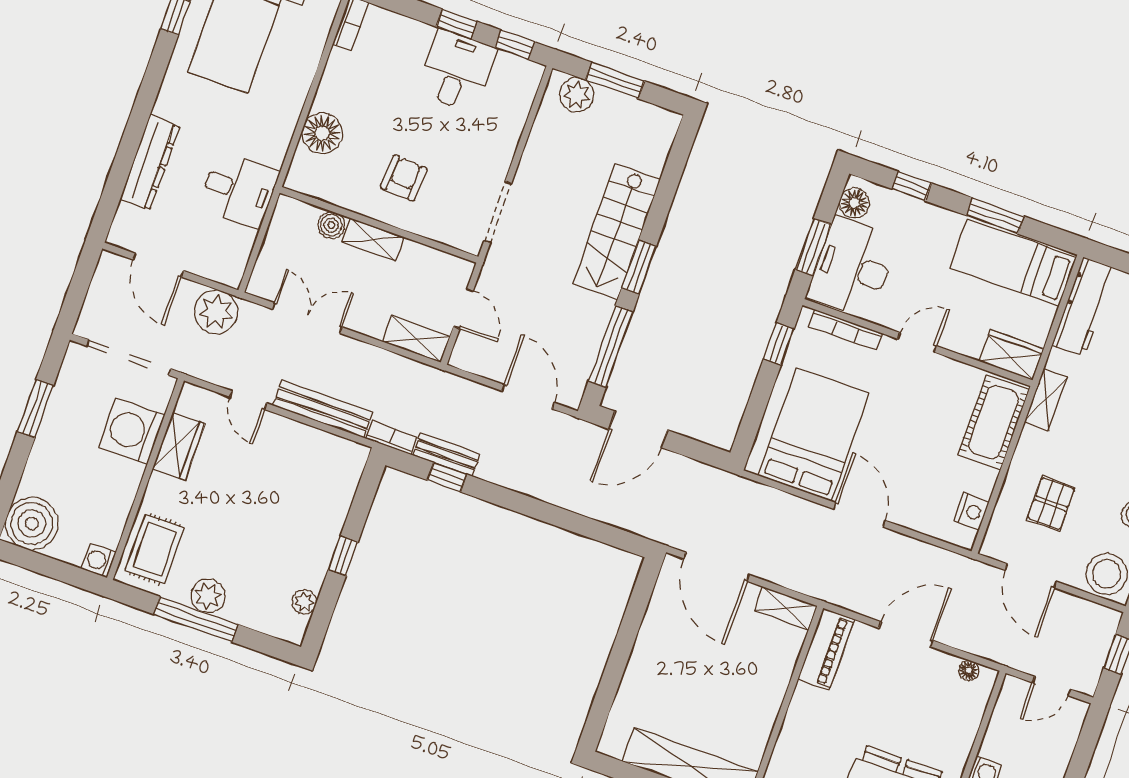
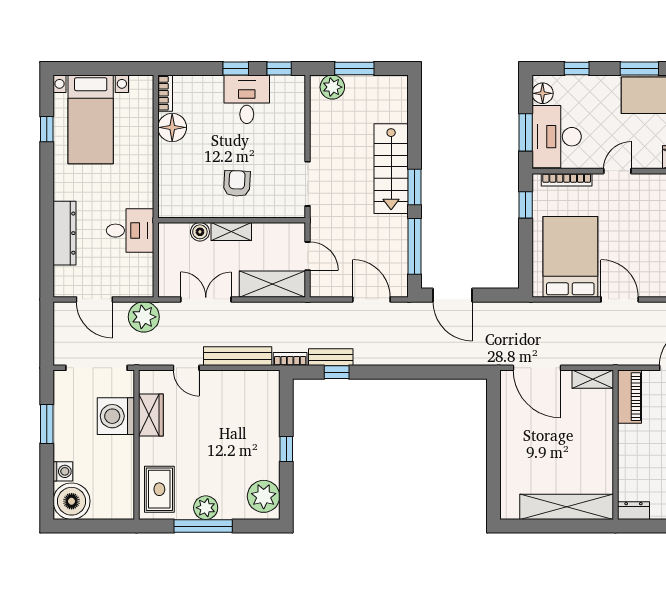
floor lamp: (322, 133) -> (172, 127), moved
shelving: (416, 339) -> (272, 284), width x1.50, depth x1.33
door: (638, 430) -> (453, 295), hinge flipped
washing machine: (99, 560) -> (63, 471), moved, turned 180
plant: (304, 602) -> (264, 496), width x1.88, depth x1.88

